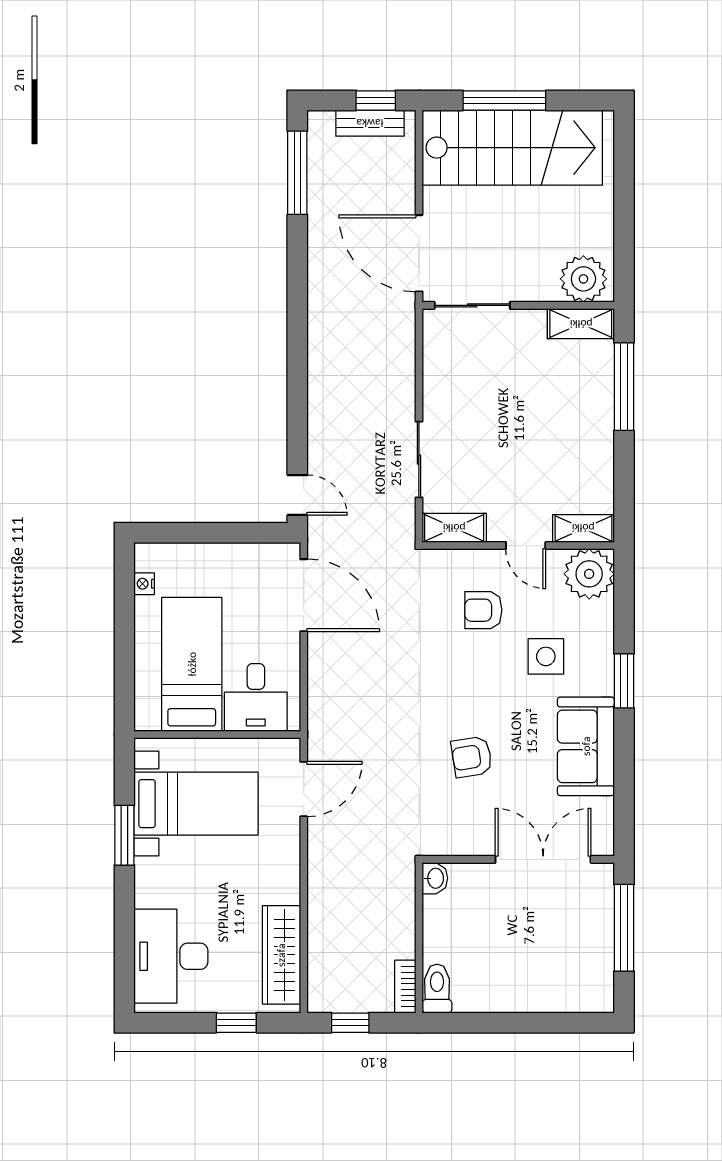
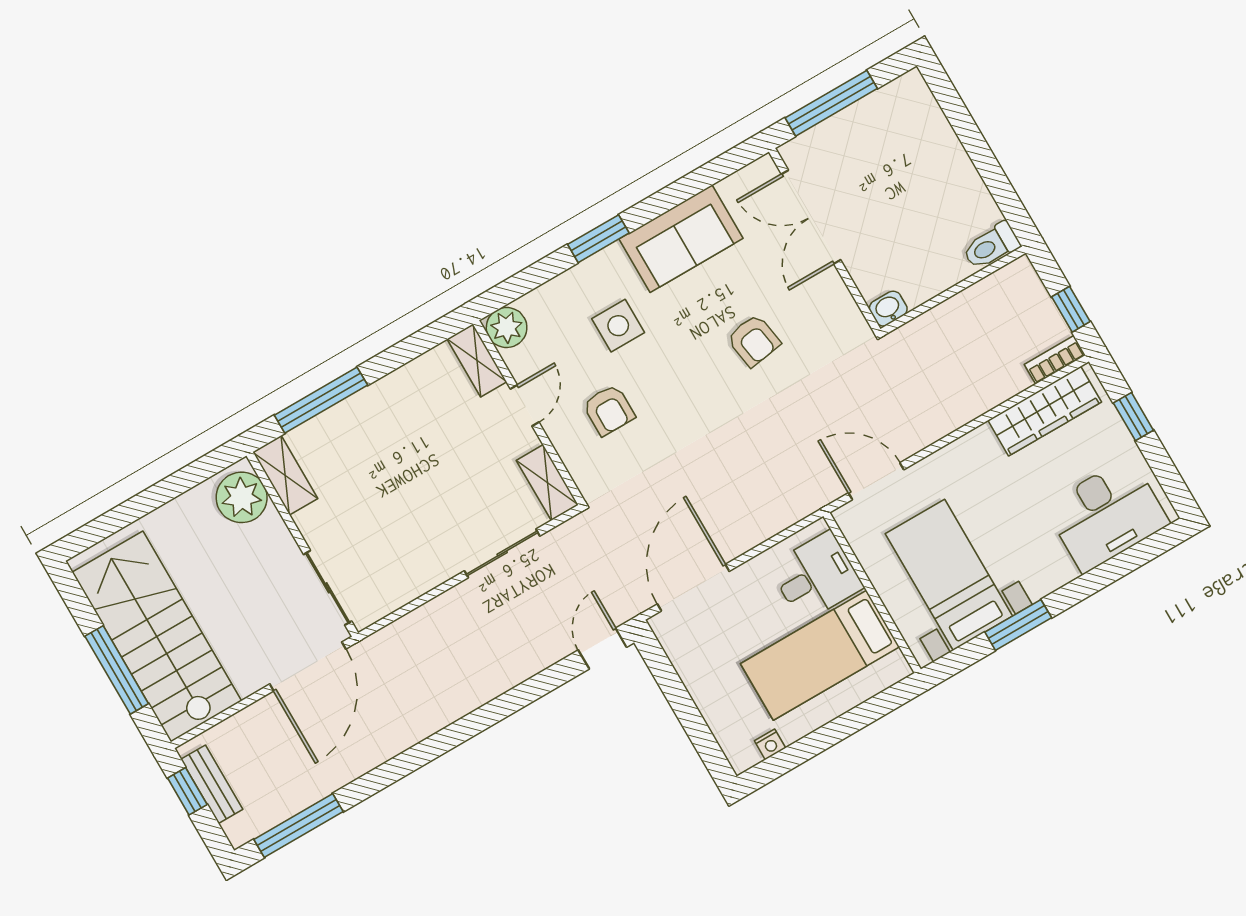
plant: (589, 574) -> (507, 328), width x0.73, depth x0.73
bookcase: (405, 987) -> (1055, 360), moved, turned 180

